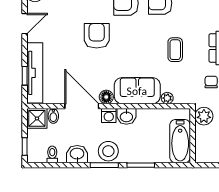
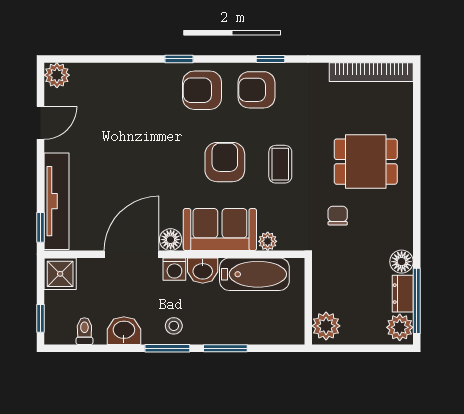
armchair: (97, 36) -> (225, 162), moved
window: (25, 76) -> (41, 227), moved
door: (82, 106) -> (132, 254), hinge flipped
bidet: (53, 116) -> (86, 270), removed
plant: (204, 116) -> (326, 326), moved
bathtub: (180, 141) -> (254, 274), moved, turned -90
stool: (108, 151) -> (174, 326), width x0.53, depth x0.53

